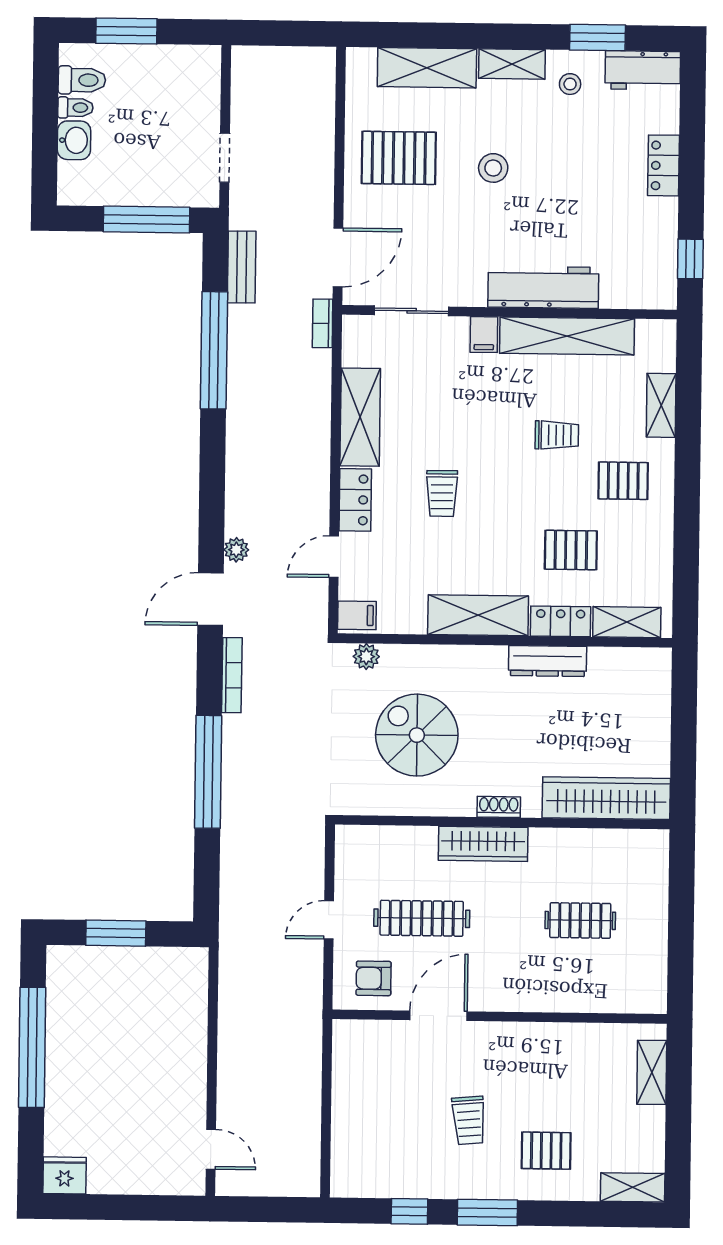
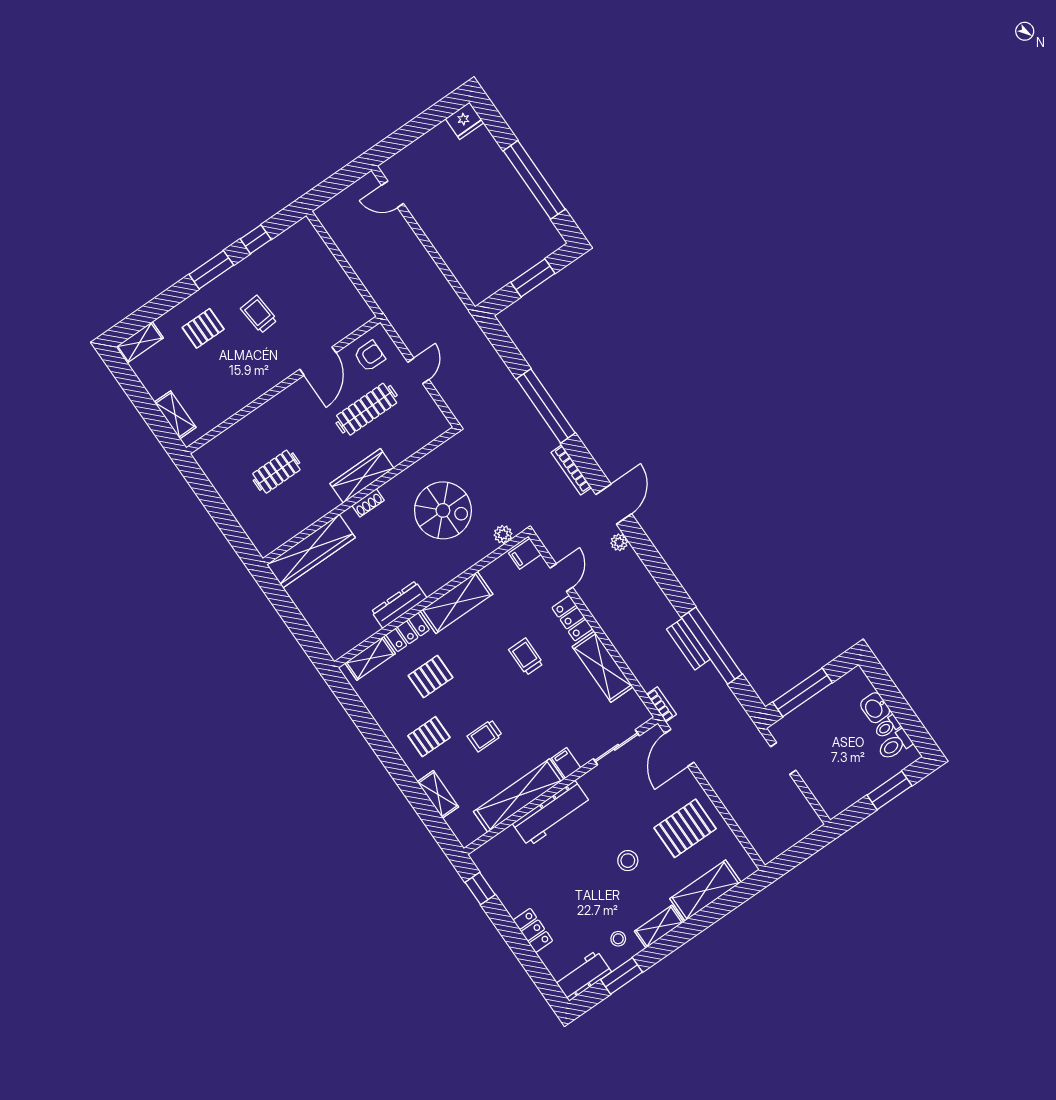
bench: (242, 267) -> (688, 644), moved

